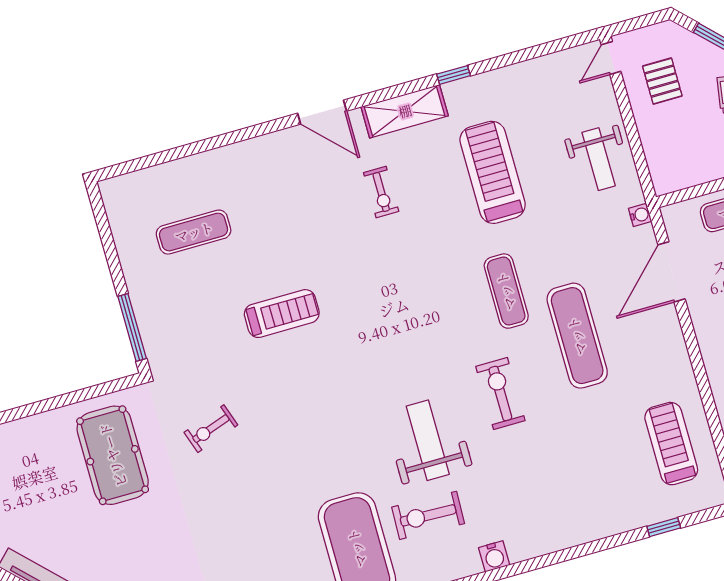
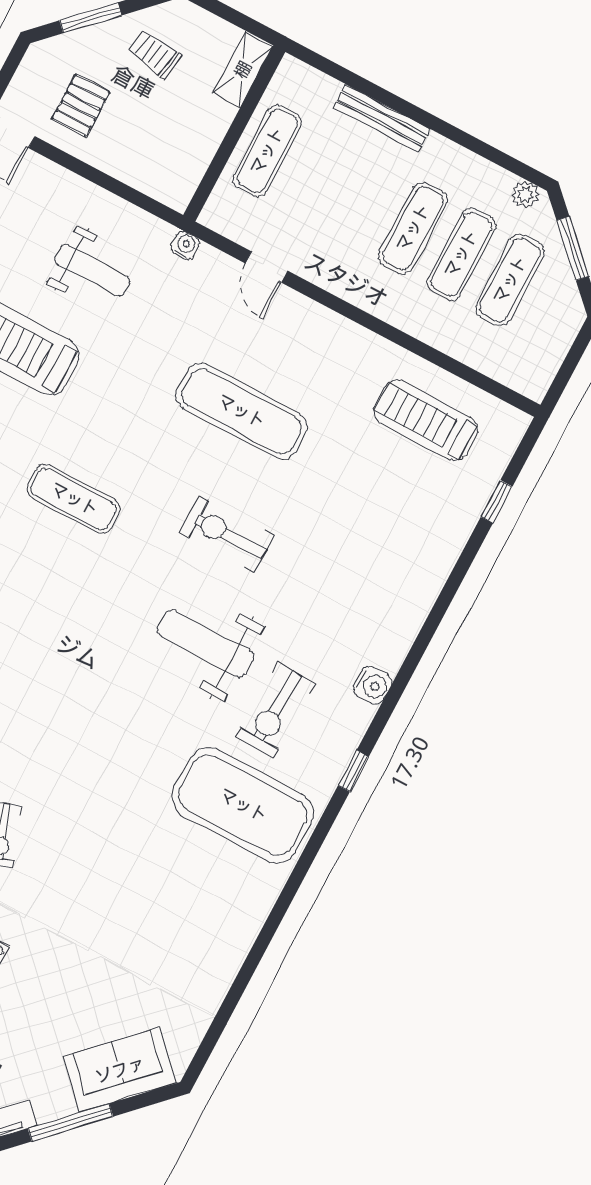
pallet: (662, 81) -> (81, 106), turned 90
weight bench: (599, 159) -> (92, 270), moved
door: (672, 272) -> (266, 267), width x0.53
exercise mat: (506, 291) -> (74, 499), moved

